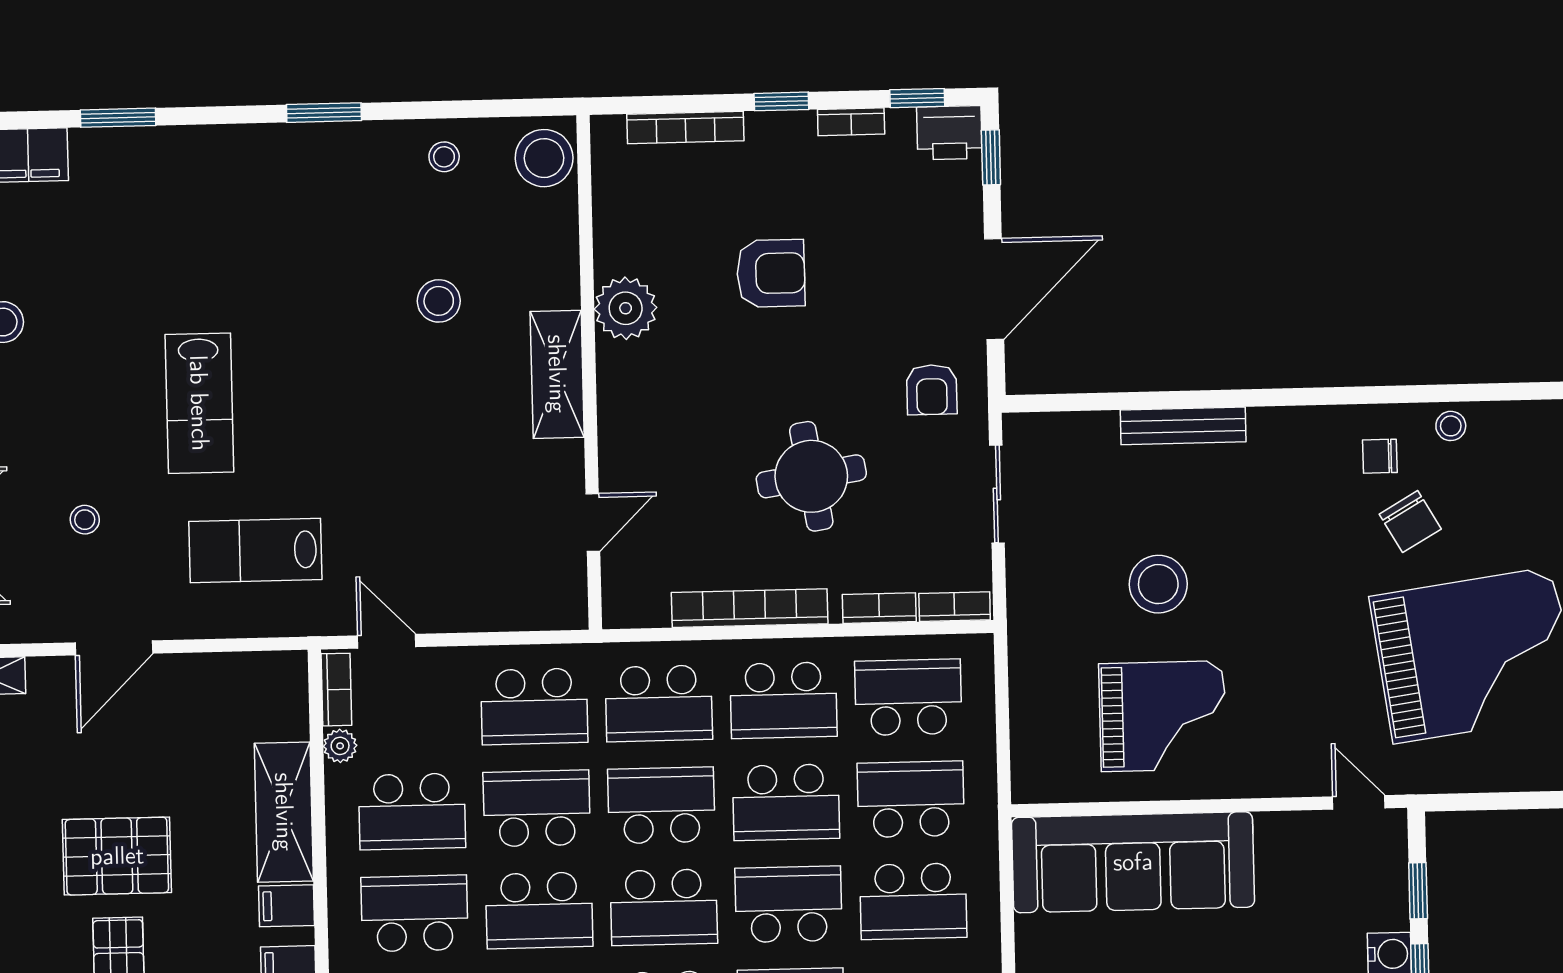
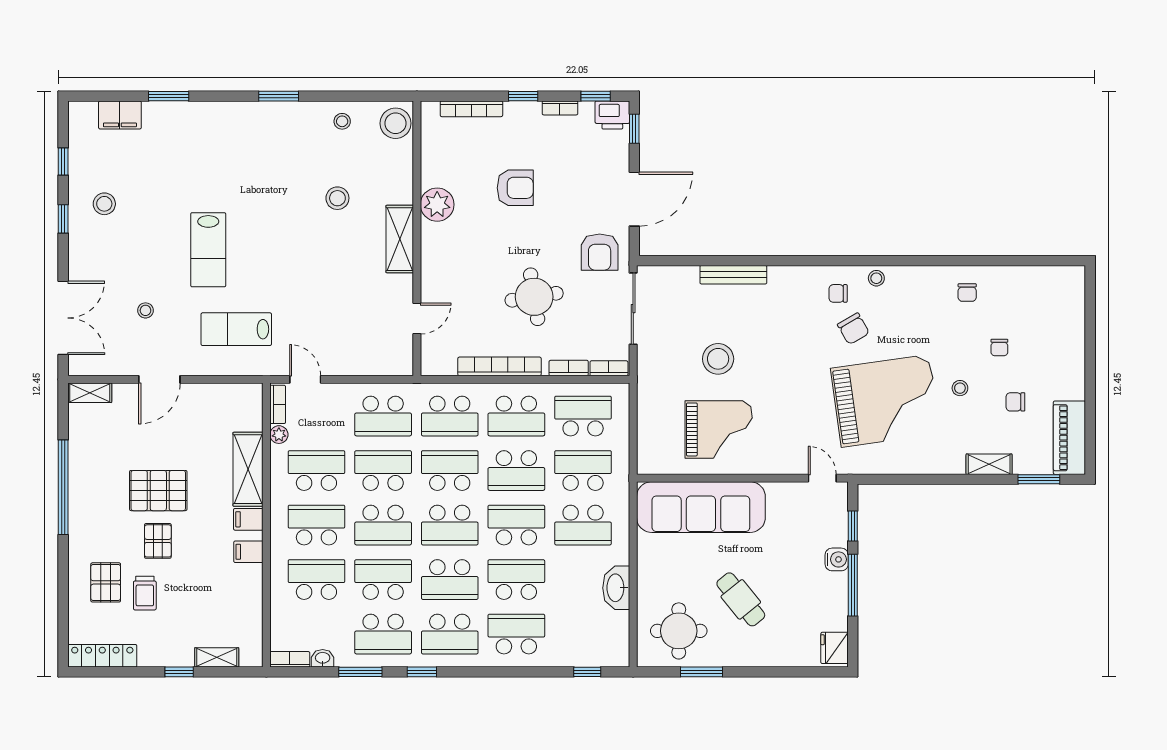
armchair: (932, 390) -> (600, 252), width x1.38, depth x1.38
sliding door: (997, 494) -> (633, 309), width x1.37
school desk: (412, 811) -> (316, 471), turned 180

